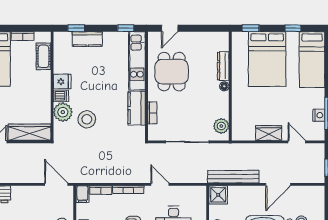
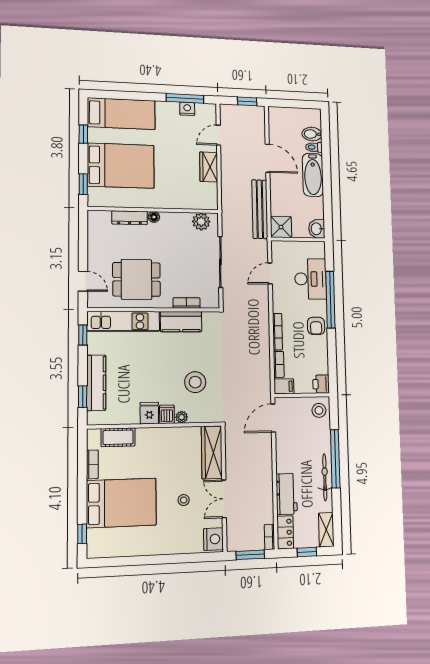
kitchen counter: (87, 39) -> (96, 383), width x1.50
plant: (63, 112) -> (182, 417), width x0.53, depth x0.53
door: (160, 184) -> (270, 274), moved

